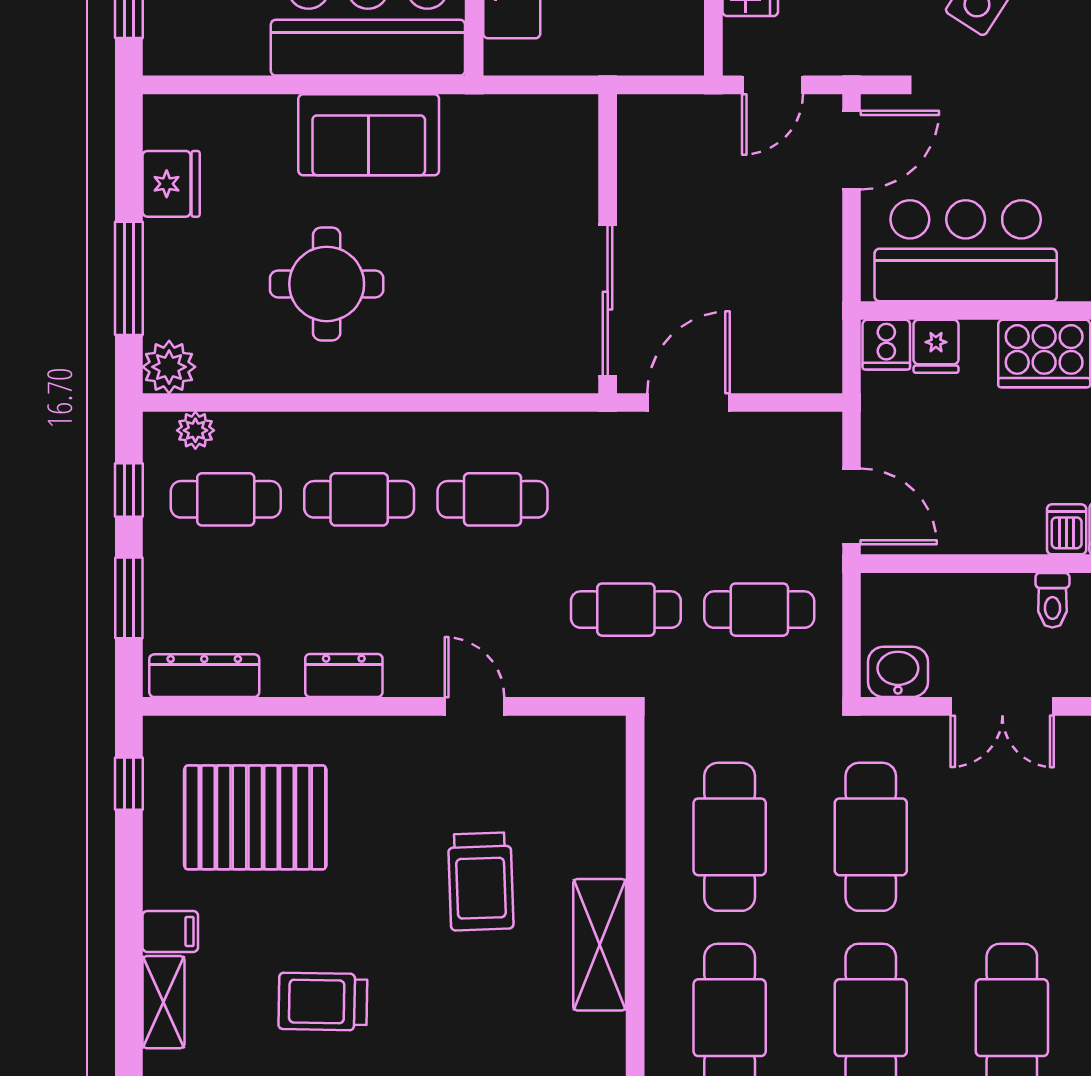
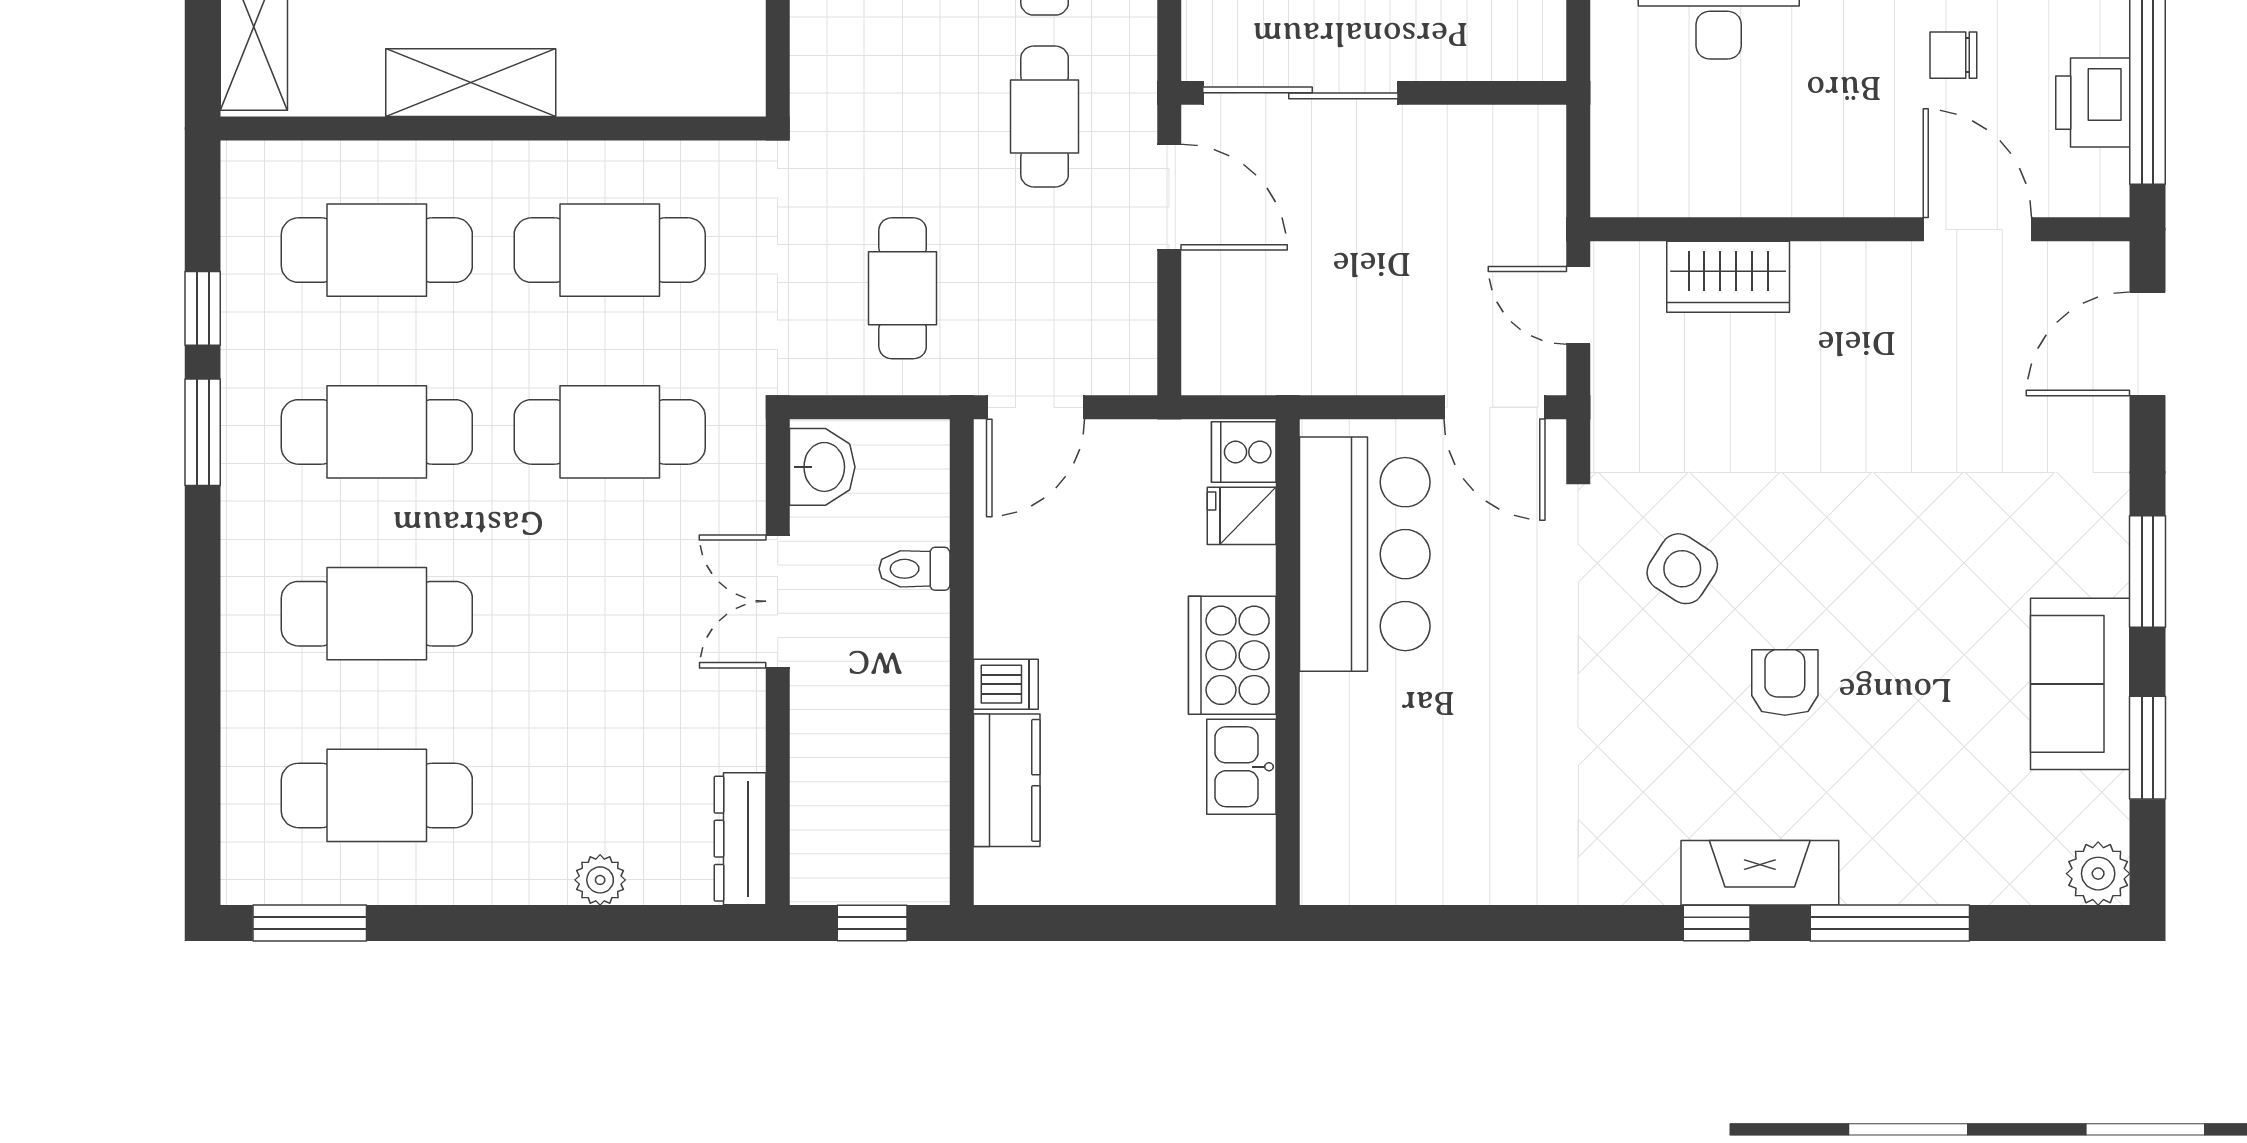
toilet: (1052, 600) -> (914, 569), moved
cafe table: (626, 610) -> (1045, 116), moved

